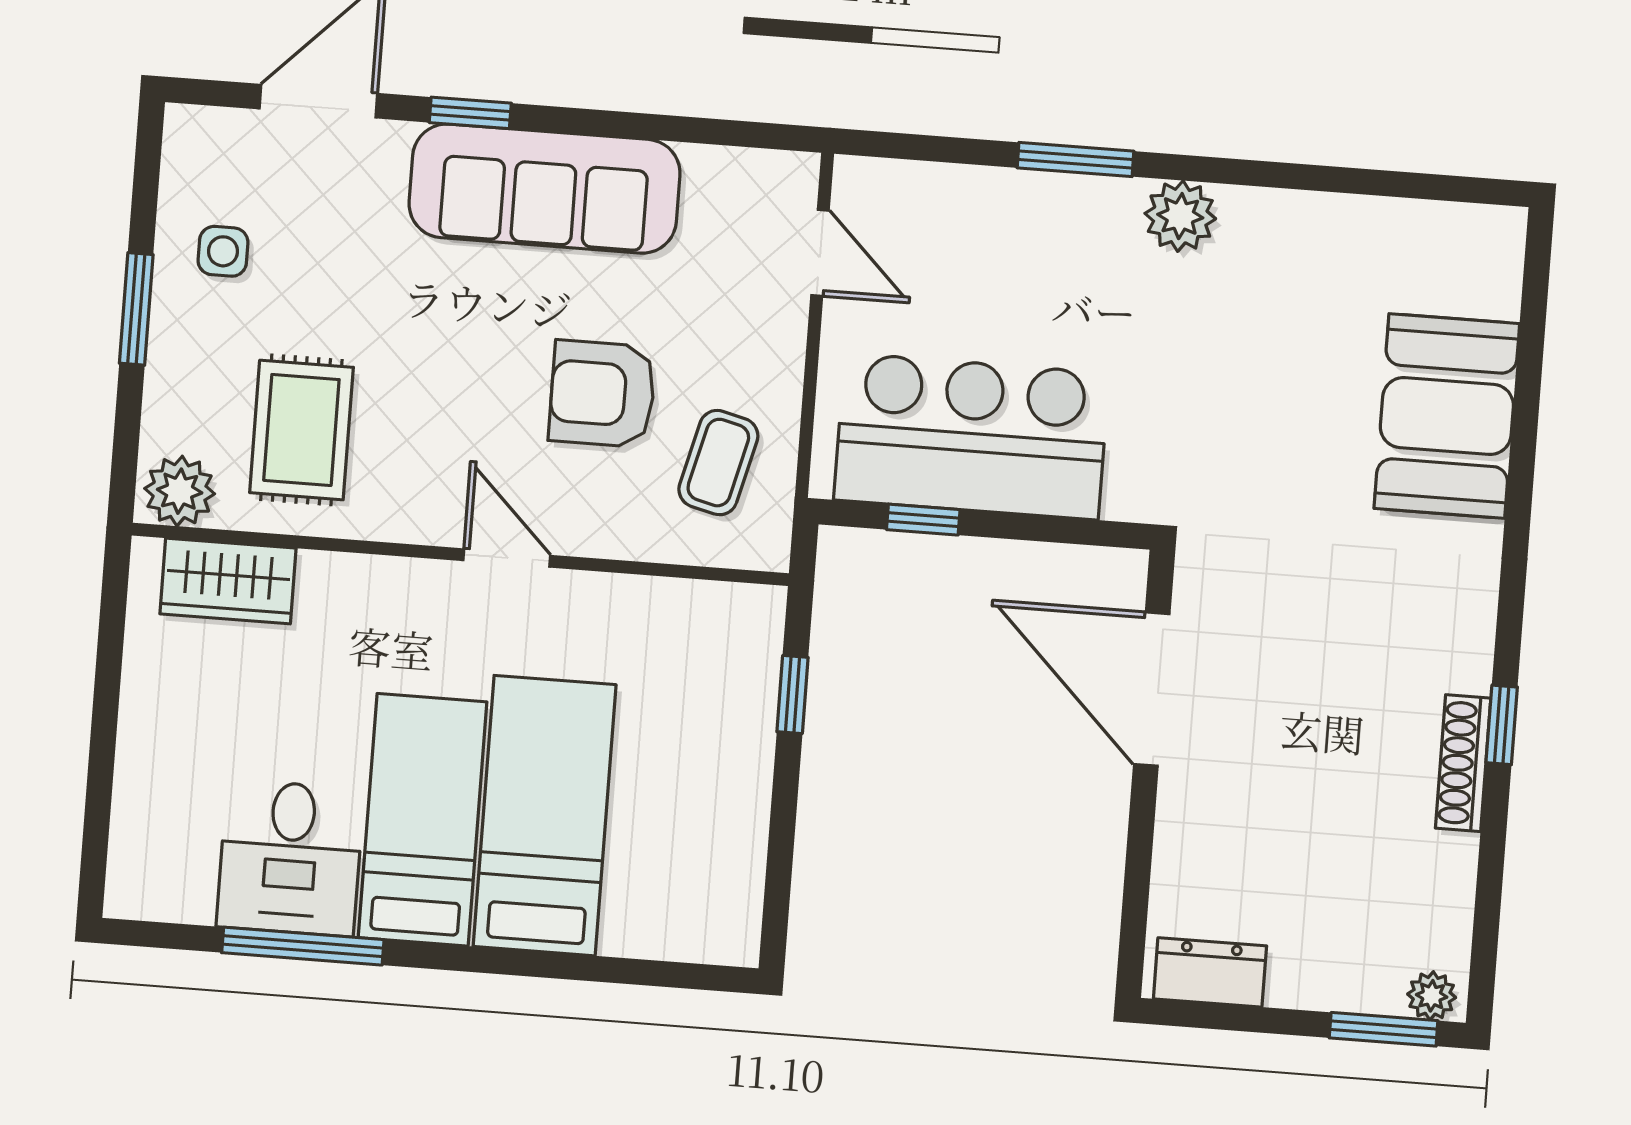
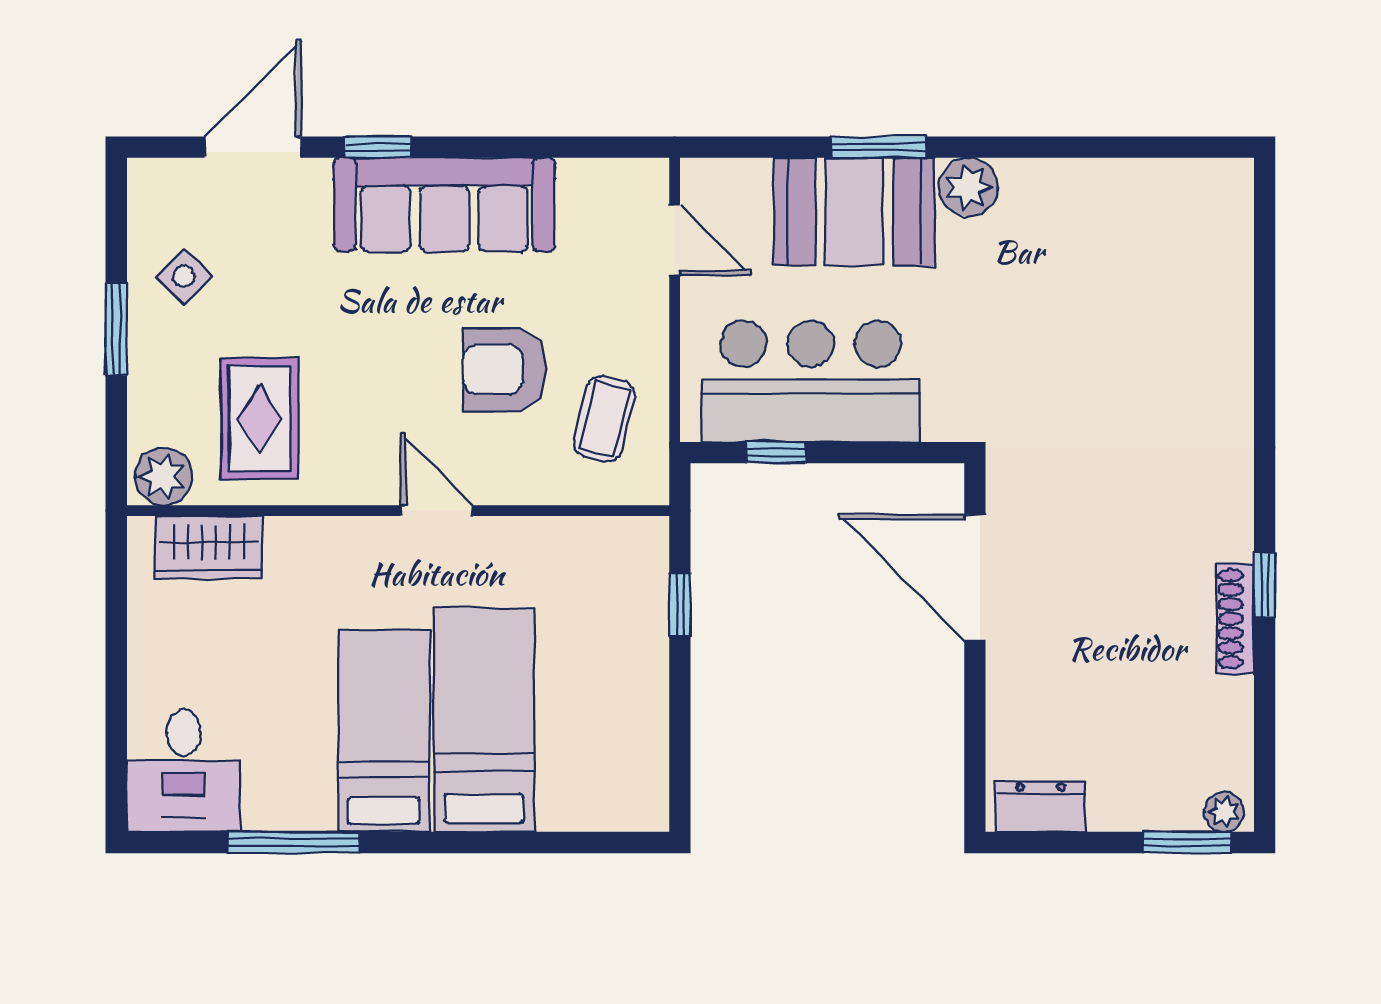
side table: (223, 251) -> (184, 277), turned 45
booth: (1447, 416) -> (854, 212), moved, turned 90
desk: (290, 858) -> (184, 771), moved

